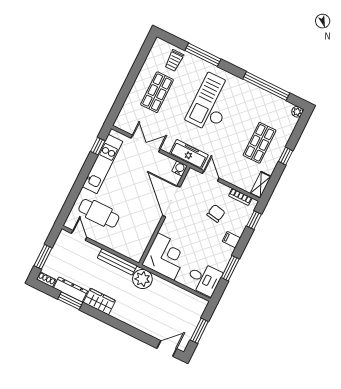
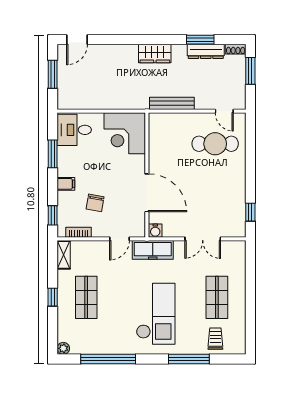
kitchen unit: (103, 164) -> (236, 196), removed
door: (211, 176) -> (119, 239), hinge flipped
plant: (142, 279) -> (137, 98), removed
wardrobe: (99, 302) -> (155, 54), moved

